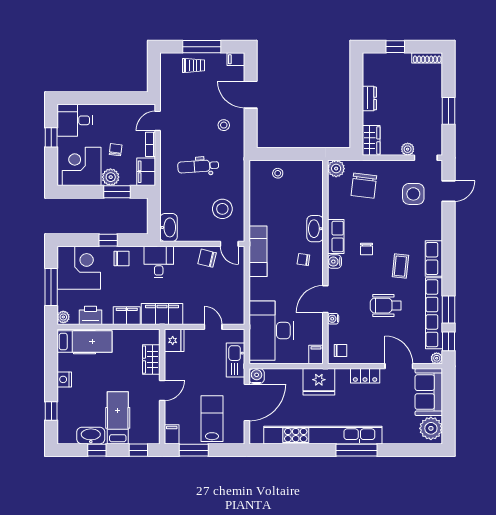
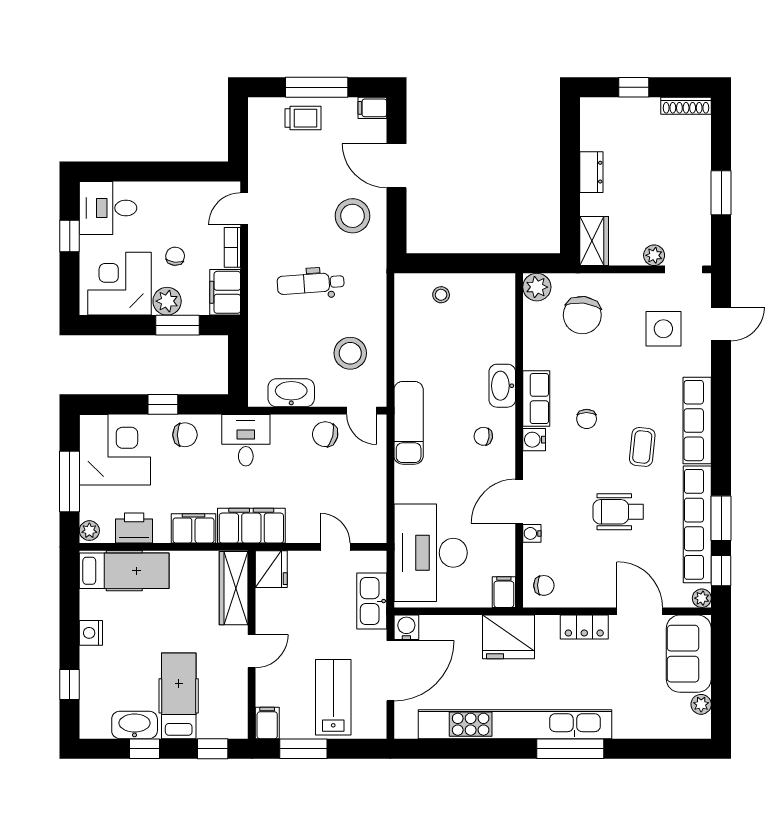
stool: (224, 125) -> (353, 216), width x1.89, depth x1.89
washbasin: (169, 227) -> (291, 393), moved, turned -90
row of seats: (434, 258) -> (697, 421), width x1.48
wardrobe: (151, 360) -> (234, 588), width x1.50
plant: (431, 428) -> (701, 704), width x0.53, depth x0.53

